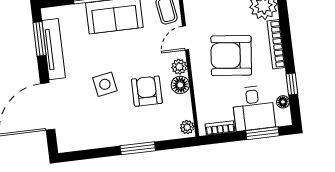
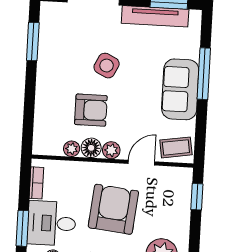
door: (185, 38) -> (141, 163), hinge flipped
side table: (105, 84) -> (107, 66), turned 36
plant: (187, 127) -> (72, 149), moved
window: (138, 148) -> (33, 42), moved

